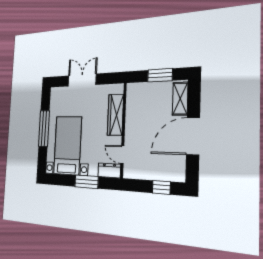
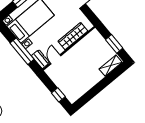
door: (193, 136) -> (97, 88), removed
window: (86, 182) -> (22, 51), width x1.44

